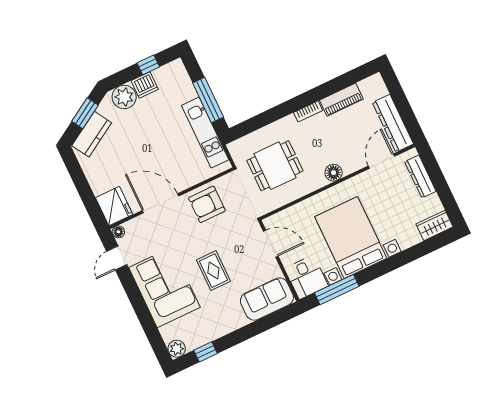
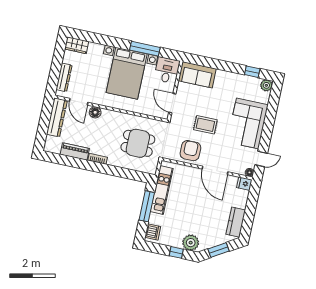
window: (148, 65) -> (176, 252), moved
dishwasher: (145, 85) -> (153, 232), moved, turned 90
kitchen counter: (92, 134) -> (236, 222), moved, turned -59
door: (381, 161) -> (79, 102), hinge flipped
floor lamp: (334, 173) -> (95, 112), moved
armchair: (207, 204) -> (190, 151), turned -90
fridge: (114, 206) -> (244, 184), width x0.53, depth x0.75
rug: (213, 271) -> (205, 125), moved, turned 90
window: (337, 290) -> (145, 49), moved

